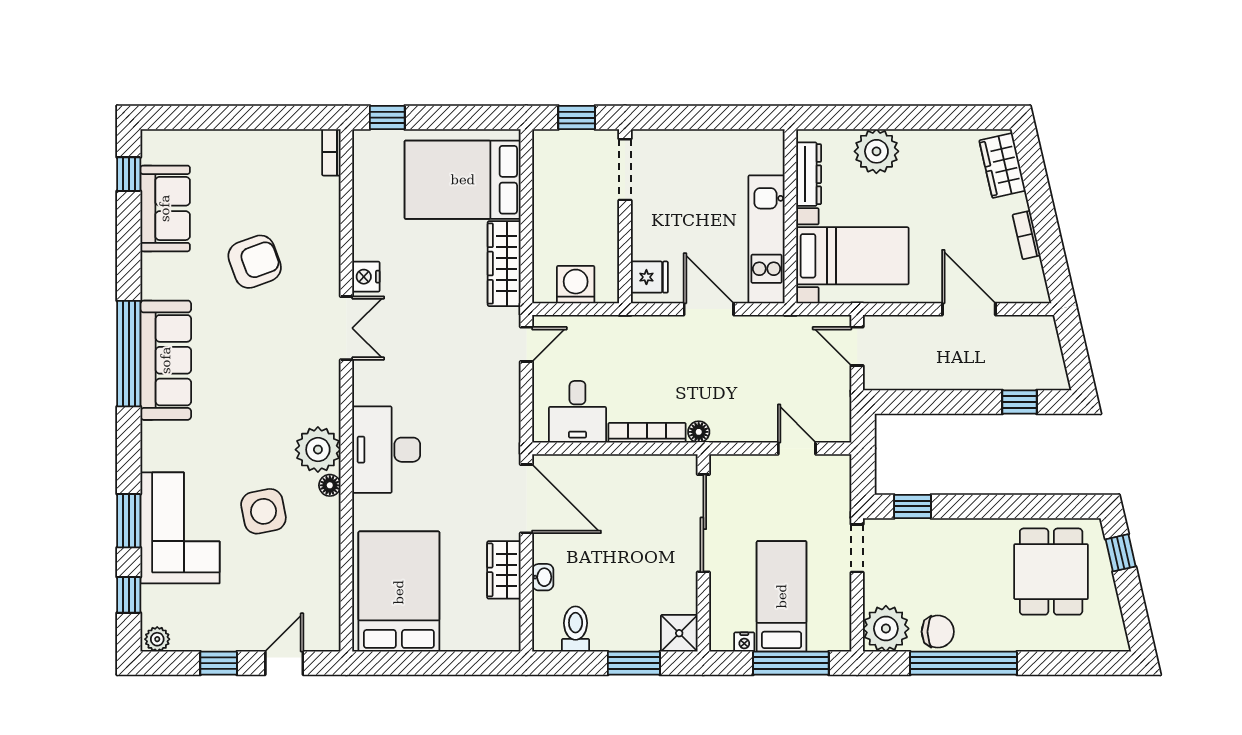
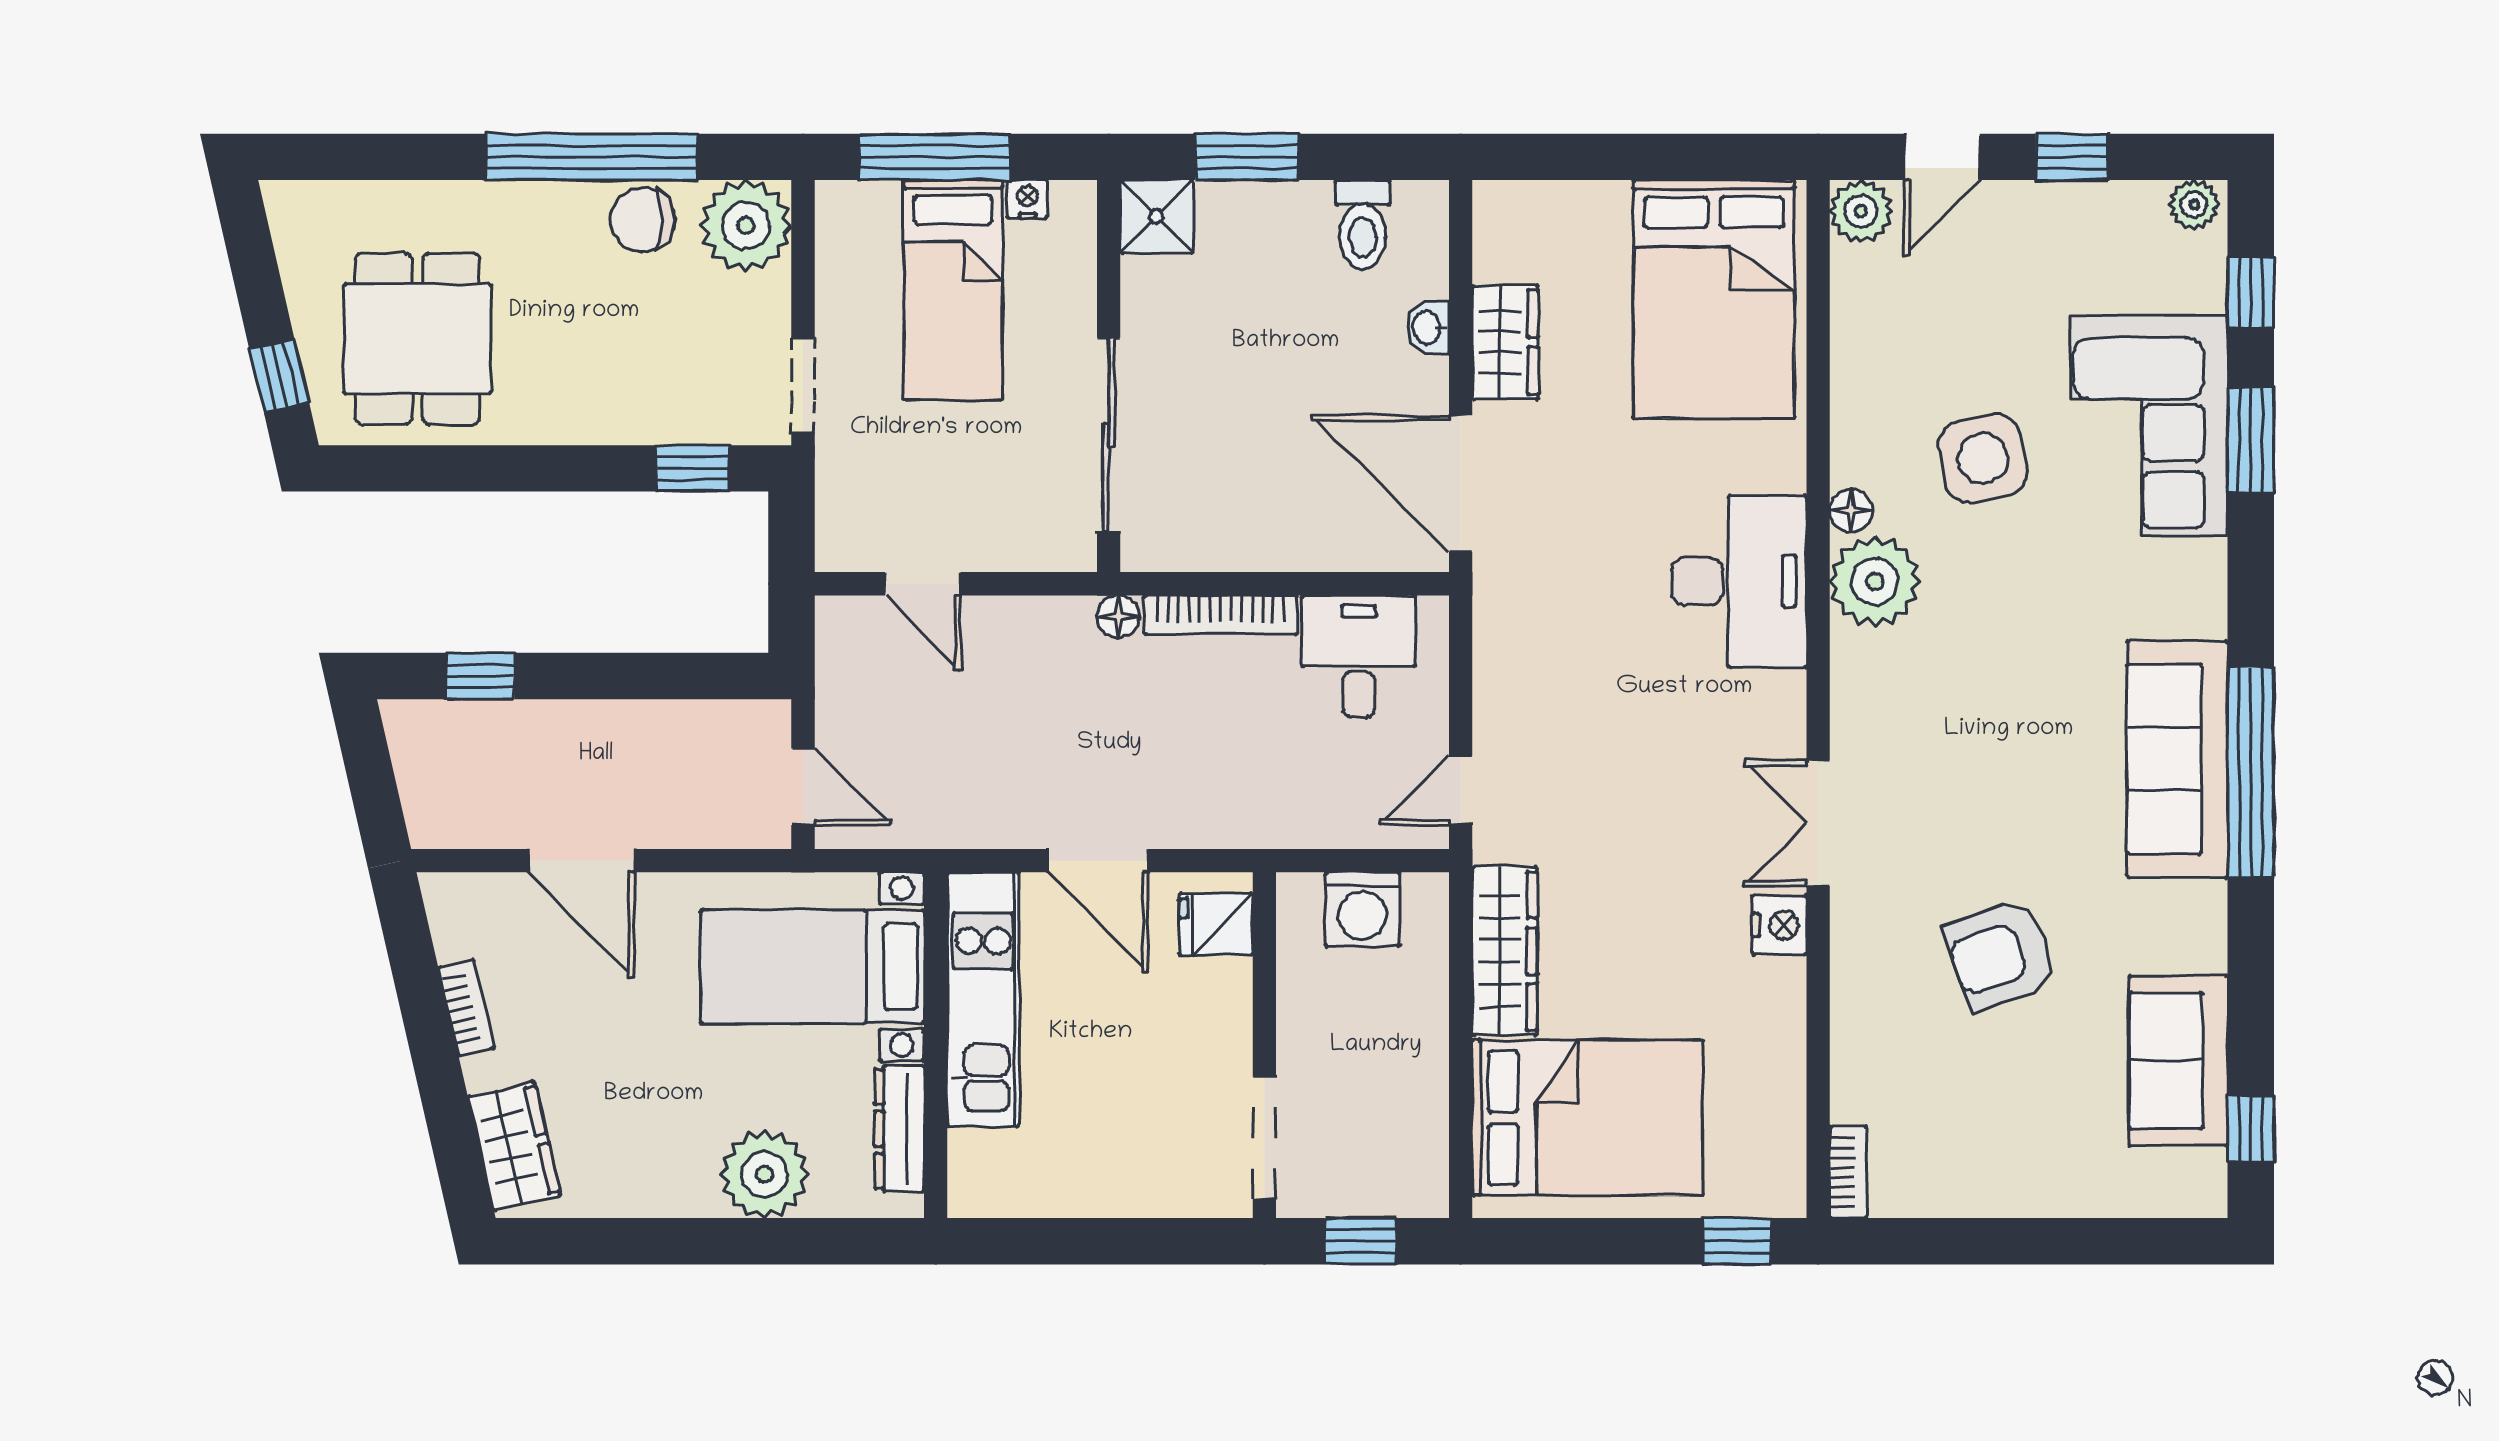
plant: (325, 636) -> (1861, 211), added

